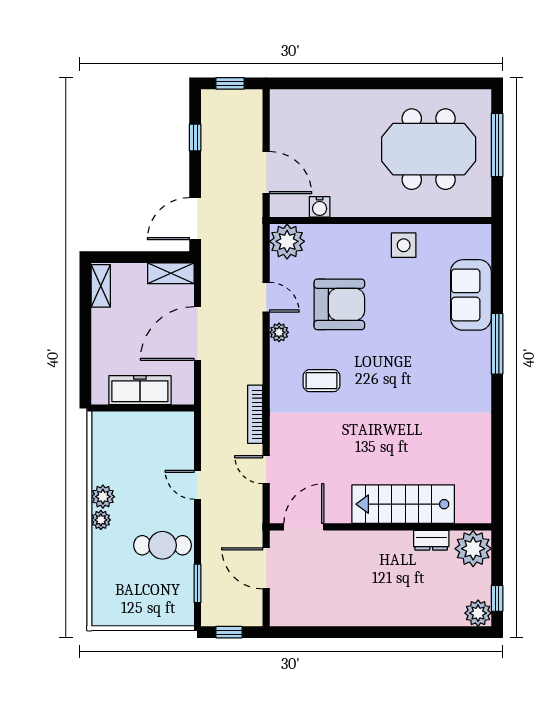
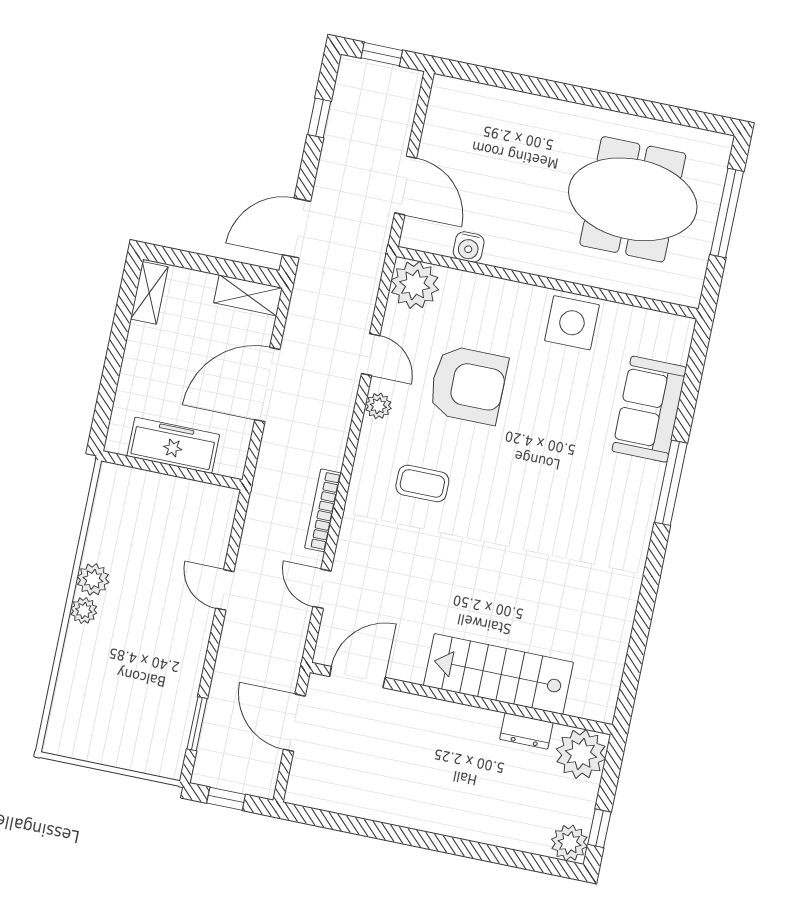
side table: (404, 245) -> (572, 323), width x1.37, depth x1.37
cafe table: (162, 545) -> (160, 662), removed

